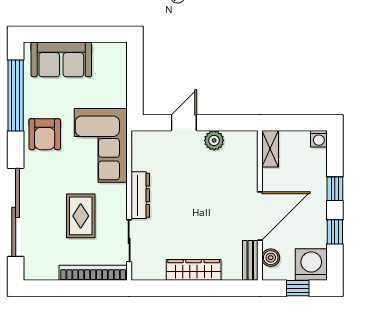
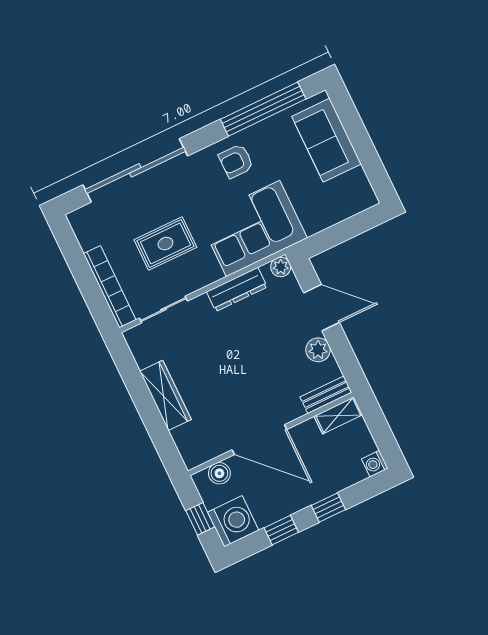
door: (184, 123) -> (322, 308), width x1.38
armchair: (45, 134) -> (236, 161), width x0.72, depth x0.72
plant: (139, 139) -> (281, 267), added
dresser: (140, 195) -> (237, 289), moved
bench: (250, 260) -> (326, 395), moved

